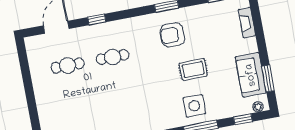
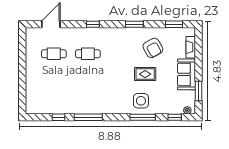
window: (97, 20) -> (93, 24), moved
armchair: (172, 35) -> (153, 48), moved, turned -119
sofa: (251, 75) -> (187, 74), moved

